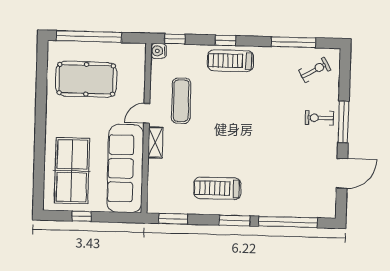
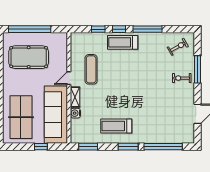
window: (175, 39) -> (98, 29), moved
window: (293, 42) -> (147, 29), moved
water cooler: (159, 51) -> (75, 113), moved
window: (343, 122) -> (198, 69), moved
window: (82, 216) -> (41, 147), moved

